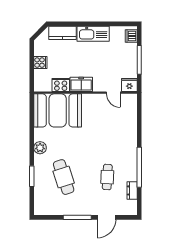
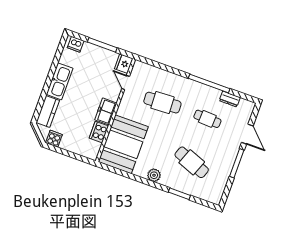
cooker: (40, 63) -> (54, 139), moved
door: (113, 93) -> (126, 82), swing flipped
cafe table: (107, 132) -> (162, 103), added
cafe table: (64, 177) -> (192, 162), turned 39

